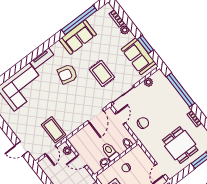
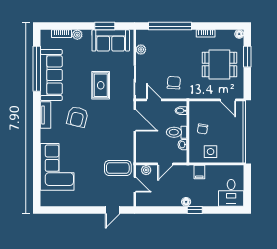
sofa: (78, 37) -> (51, 75), width x1.36
tv unit: (42, 58) -> (46, 115), moved
rug: (102, 73) -> (101, 85), turned 90

